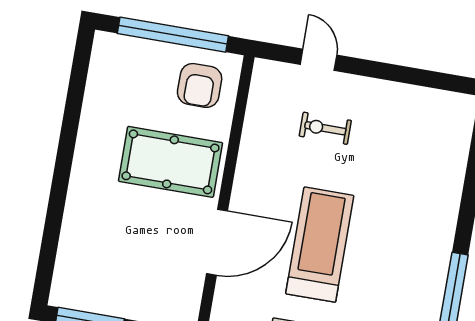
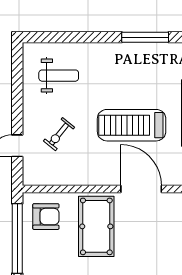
exercise bike: (325, 128) -> (59, 134), turned 39
weight bench: (417, 144) -> (59, 76), added

